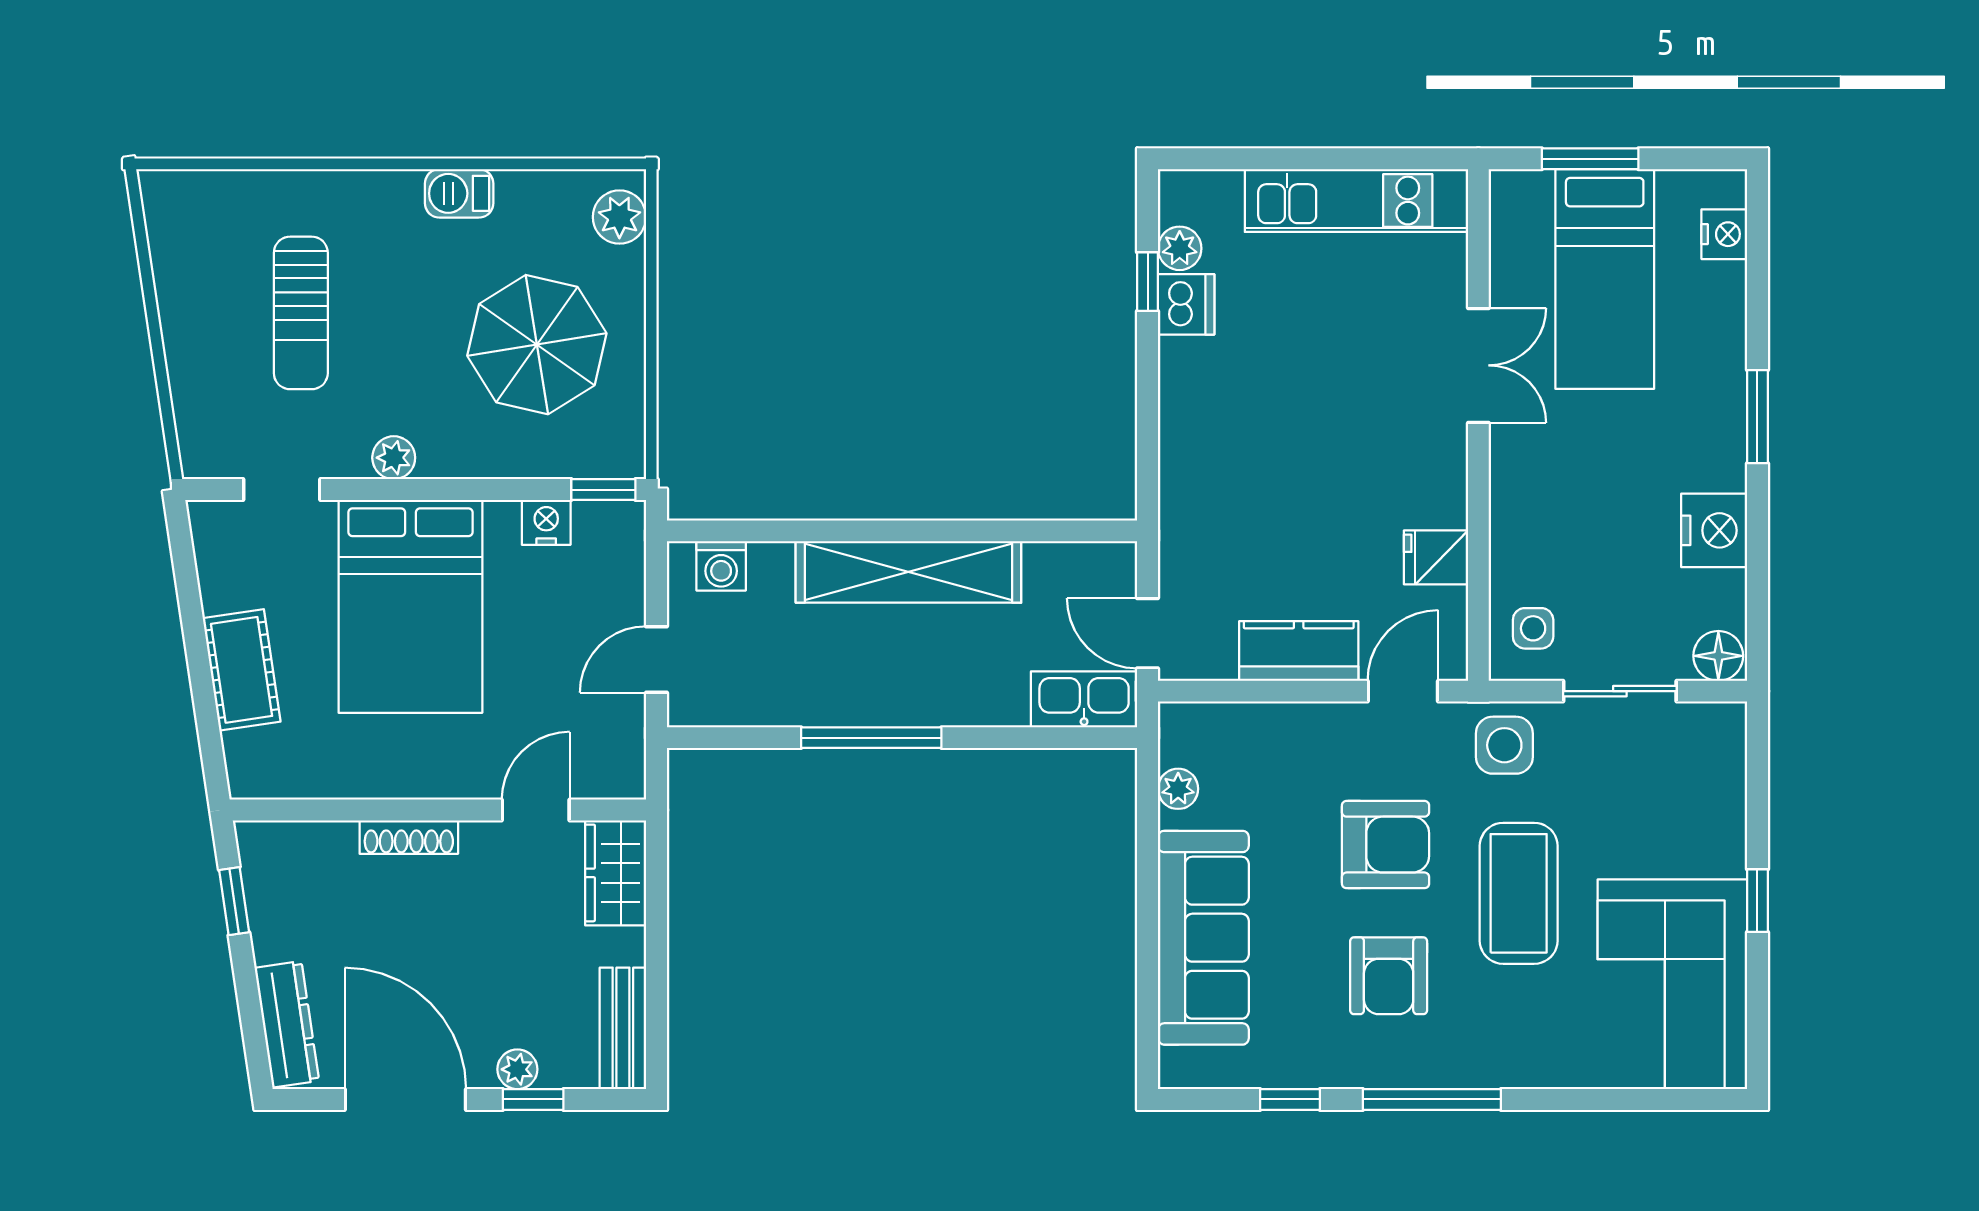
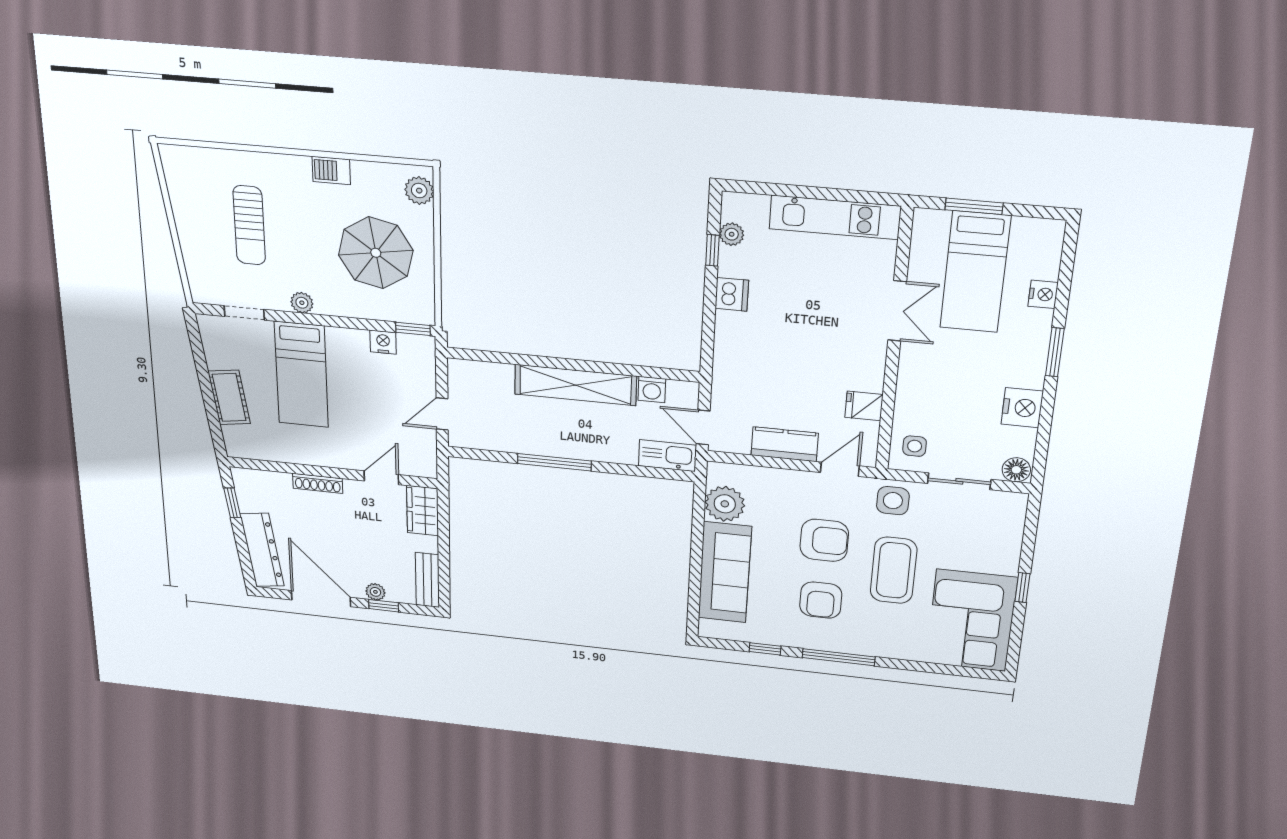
nightstand: (1724, 234) -> (1043, 294), moved
dishwasher: (1186, 304) -> (732, 294), moved
washing machine: (721, 566) -> (652, 390), moved
bed: (410, 606) -> (301, 375), width x0.67
plant: (1178, 789) -> (725, 504), width x1.87, depth x1.87
dresser: (287, 1024) -> (262, 550), width x1.37, depth x1.24

